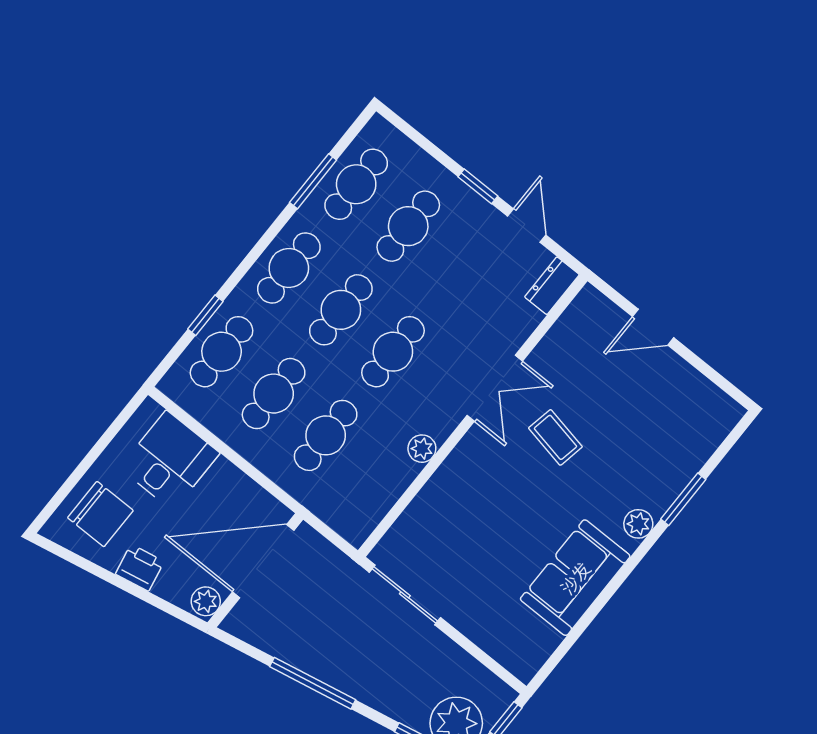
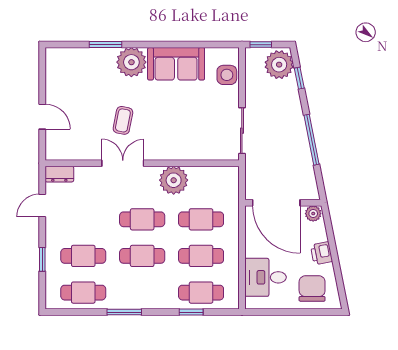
window: (313, 181) -> (124, 312), moved
window: (478, 186) -> (42, 259), moved
cafe table: (289, 268) -> (142, 293), removed
plant: (422, 449) -> (174, 180), width x1.88, depth x1.88
plant: (638, 524) -> (131, 62), width x1.87, depth x1.87
side table: (501, 637) -> (227, 75), added

